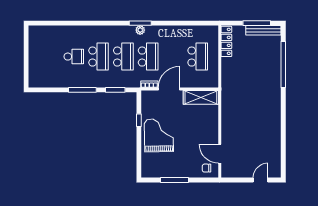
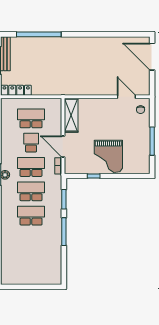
school desk: (74, 57) -> (31, 143), moved
grand piano: (159, 135) -> (108, 156), turned -89
door: (220, 154) -> (126, 97), swing flipped
door: (261, 180) -> (152, 57), width x1.87

